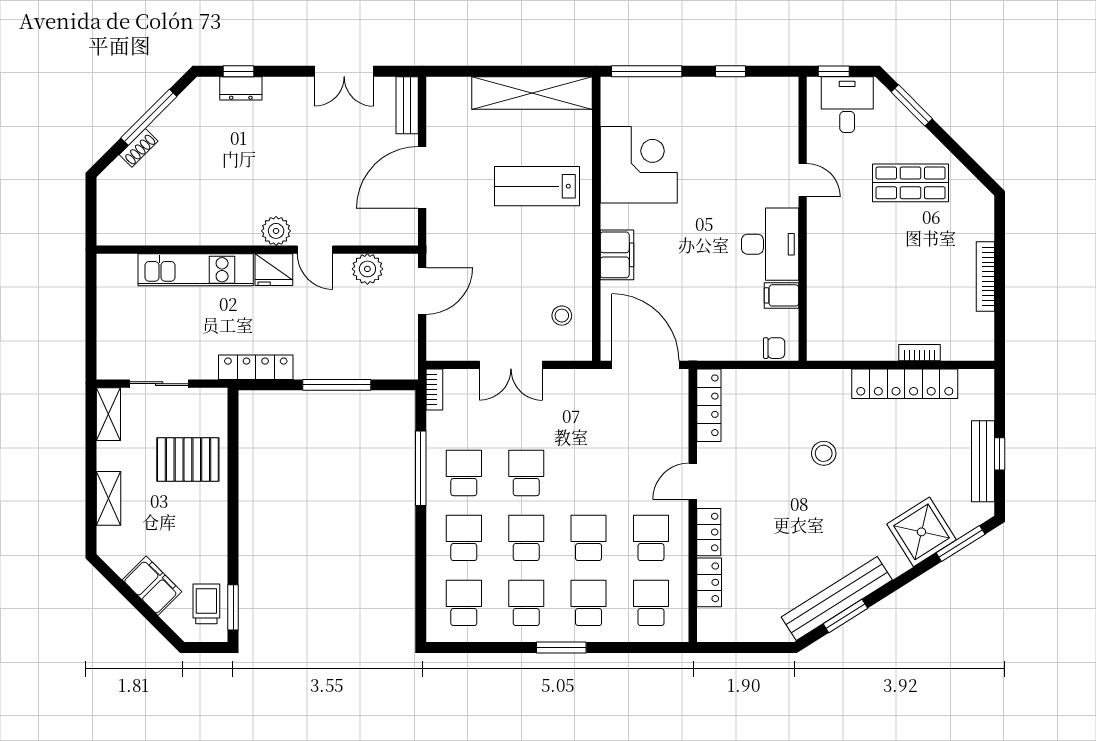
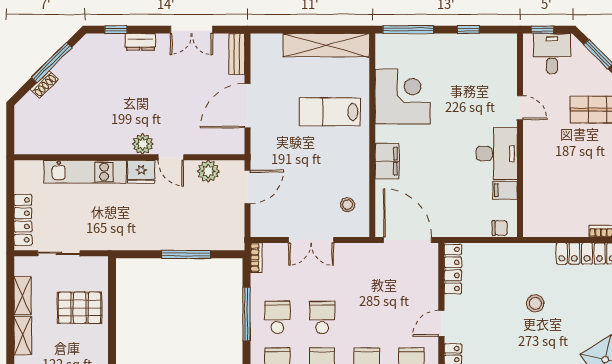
dresser: (241, 88) -> (141, 42), moved
locker: (256, 367) -> (23, 220), moved, turned 90
shelving: (108, 414) -> (23, 296), moved

